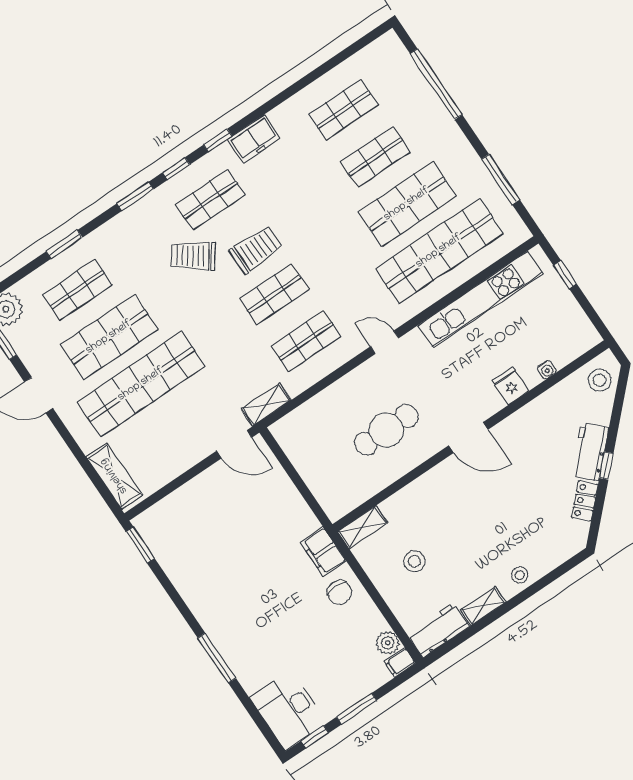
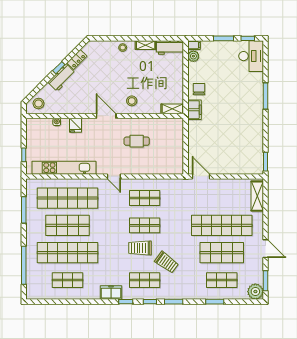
shop shelf: (375, 157) -> (67, 253), width x2.00, depth x1.36
shelving: (266, 404) -> (178, 184), removed
cafe table: (386, 430) -> (137, 141), width x0.73, depth x0.74
stool: (414, 561) -> (132, 101), moved

